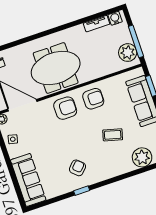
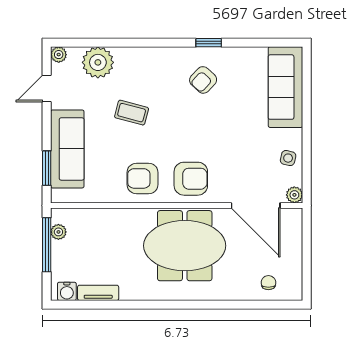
plant: (128, 53) -> (58, 232), width x0.53, depth x0.53
armchair: (65, 108) -> (191, 179), turned 180

